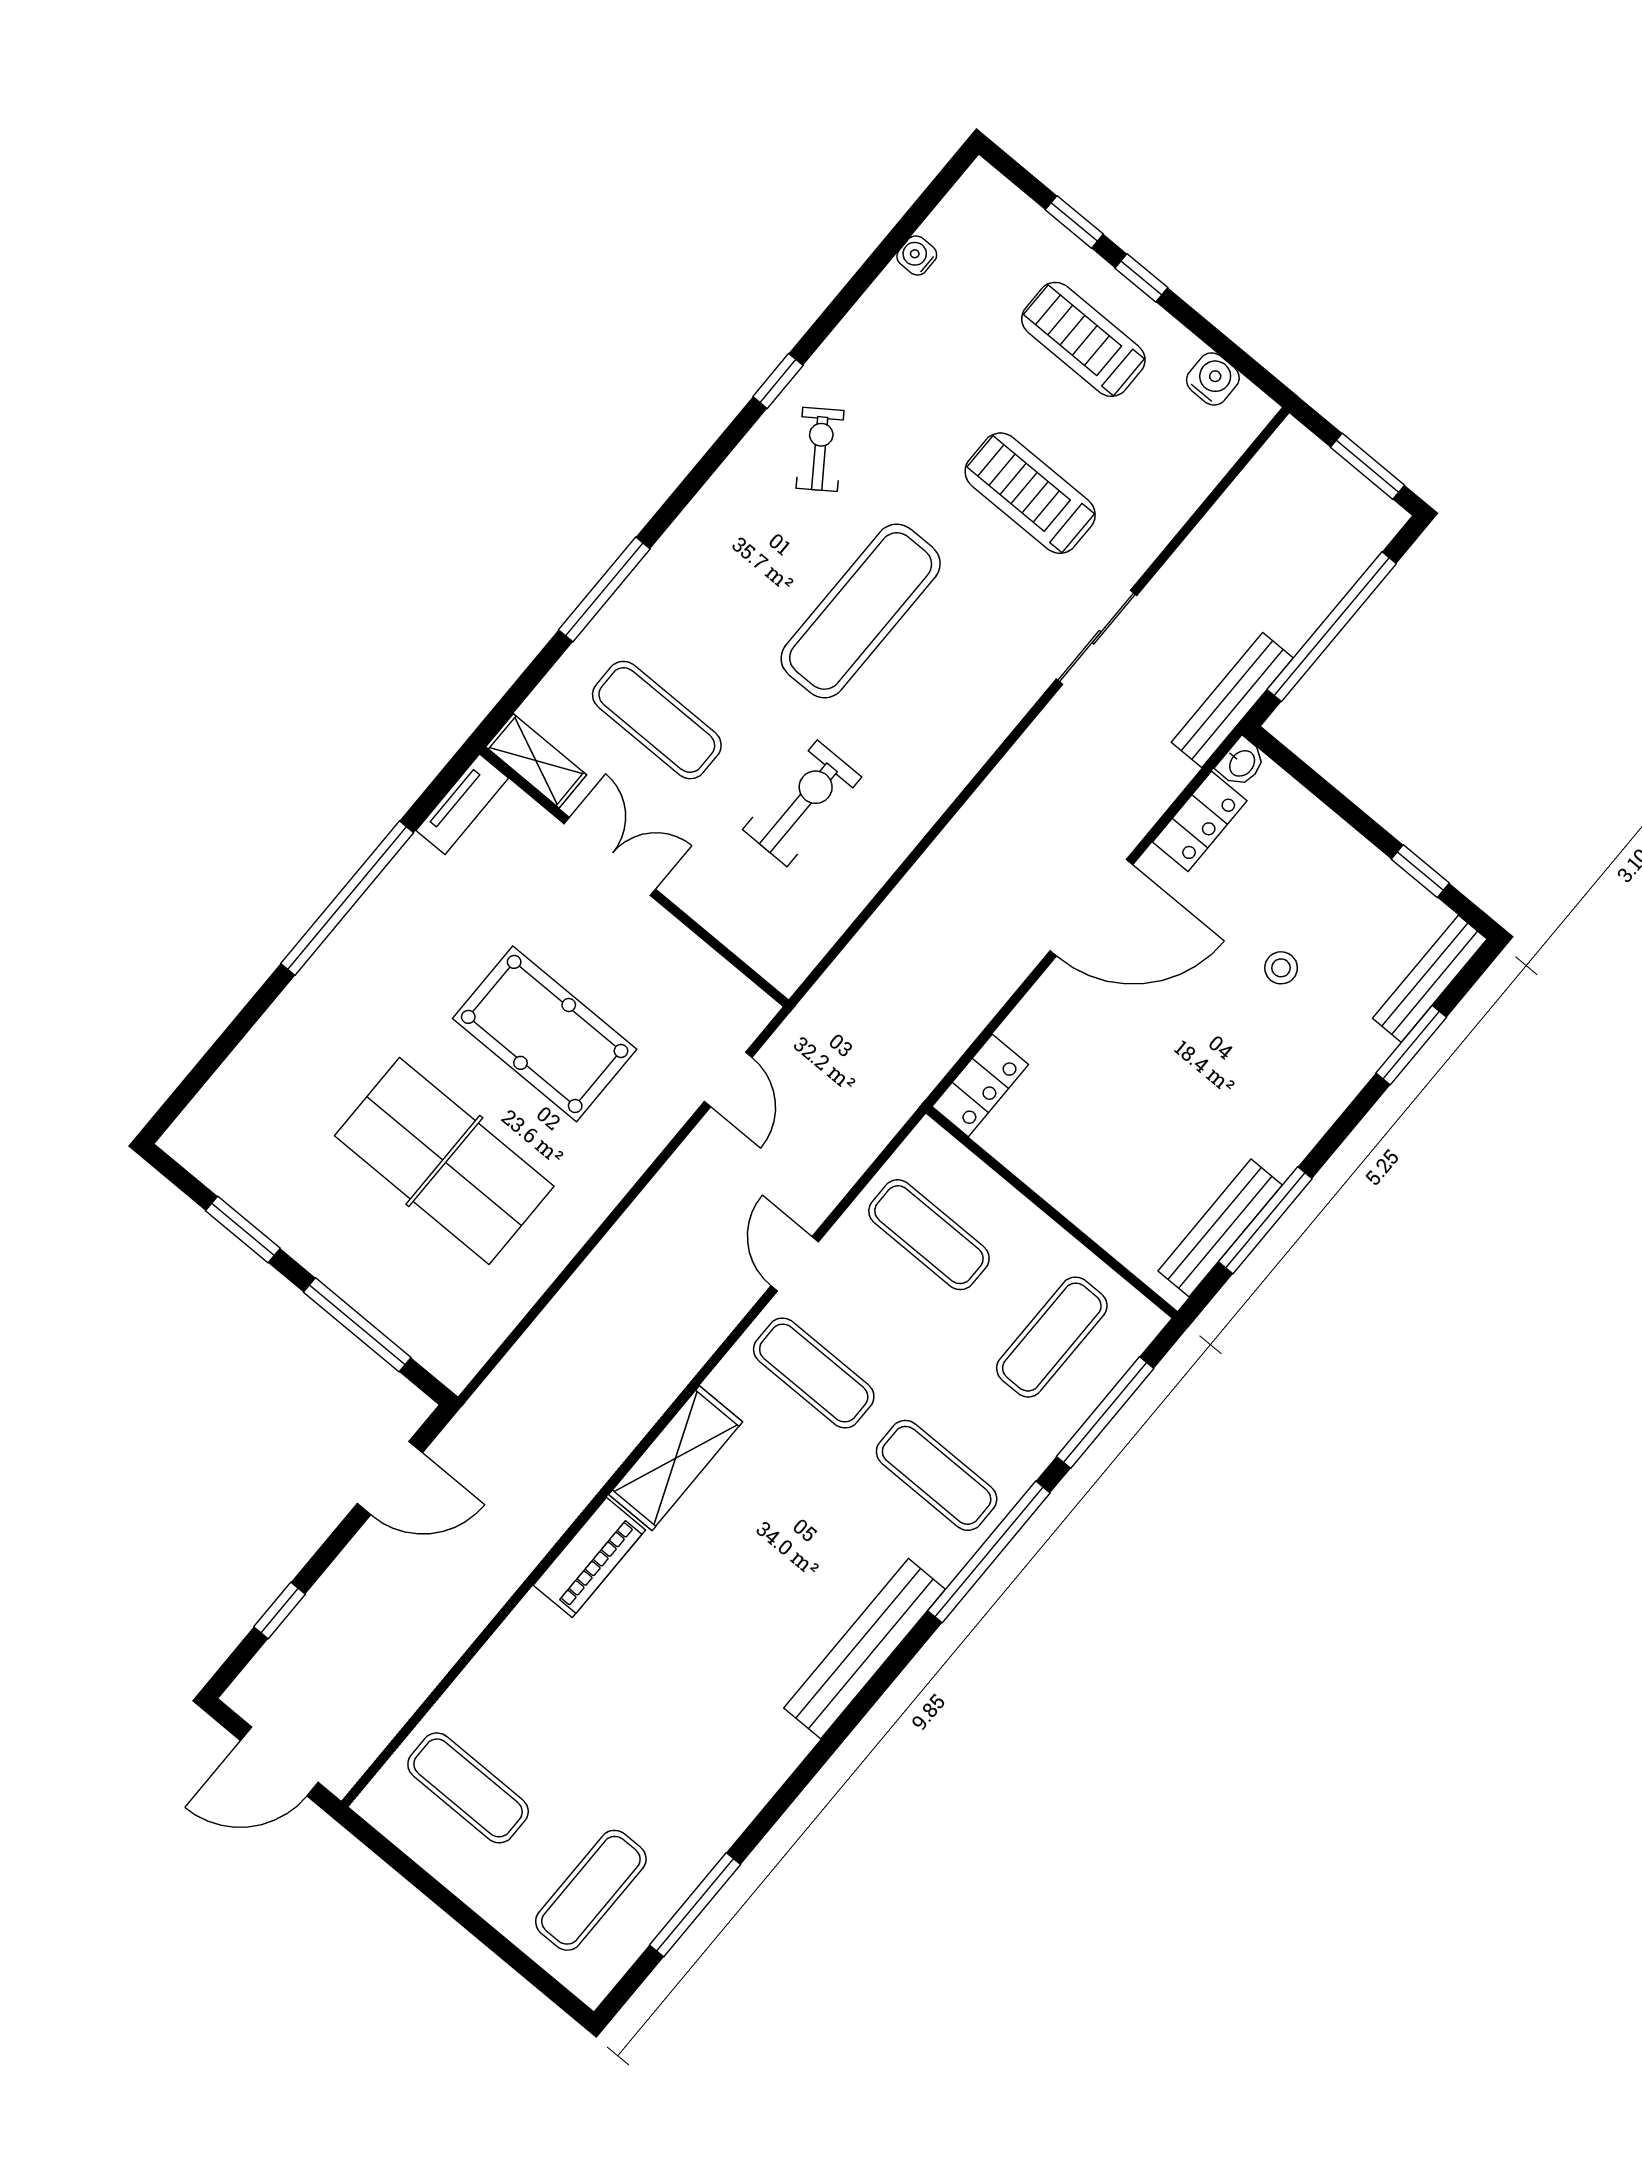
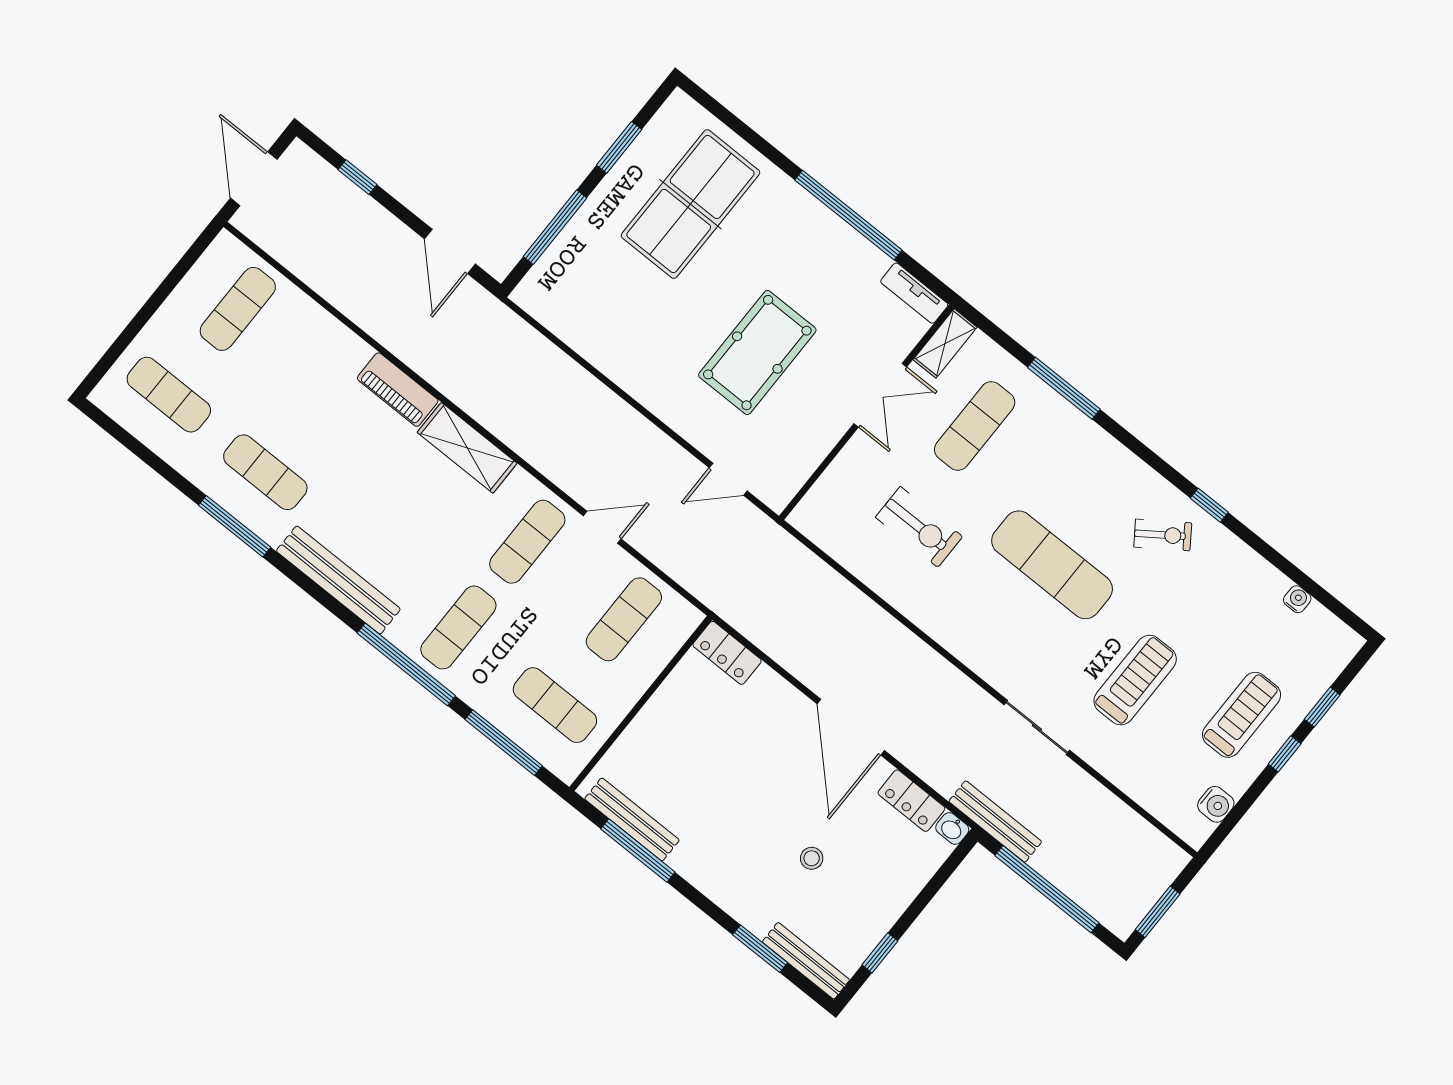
table tennis table: (444, 1161) -> (690, 204), moved
exercise mat: (706, 1752) -> (265, 472), added
window: (695, 1905) -> (235, 526), moved

